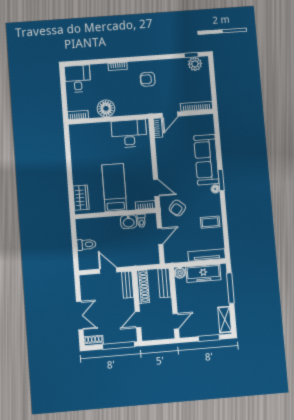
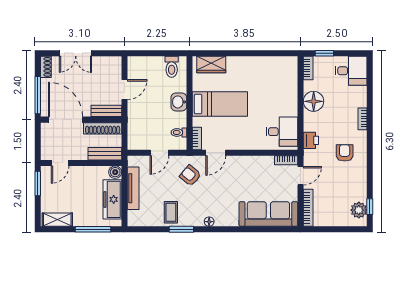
window: (64, 102) -> (324, 53), added
printer: (139, 108) -> (311, 140), added
door: (170, 115) -> (301, 176), swing flipped
desk: (129, 134) -> (282, 132), width x0.73
sofa: (206, 160) -> (268, 214), moved
window: (221, 180) -> (181, 229), moved
washbasin: (129, 222) -> (179, 102), moved
door: (160, 236) -> (159, 153), hinge flipped
toilet: (86, 244) -> (172, 67), moved
tv unit: (207, 255) -> (133, 188), moved
door: (138, 320) -> (66, 120), width x1.88
door: (176, 321) -> (60, 163), hinge flipped
window: (209, 338) -> (38, 184), moved

